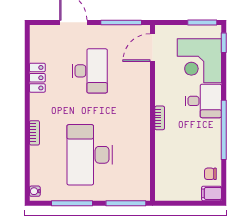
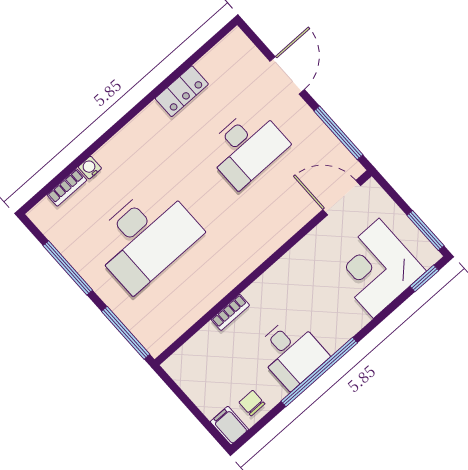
desk: (203, 101) -> (291, 353), moved
bookcase: (160, 118) -> (230, 312), moved
bookcase: (34, 133) -> (67, 187), moved
desk: (90, 155) -> (145, 237), turned 180
water cooler: (35, 191) -> (90, 168), moved

